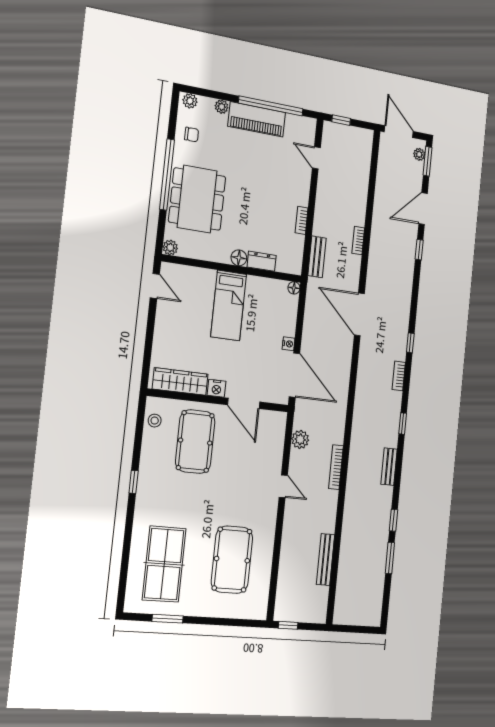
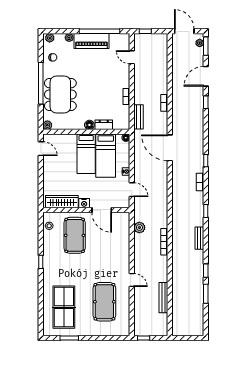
bed: (259, 313) -> (106, 156), added
door: (294, 375) -> (132, 190), width x0.53
door: (283, 486) -> (132, 280), moved

